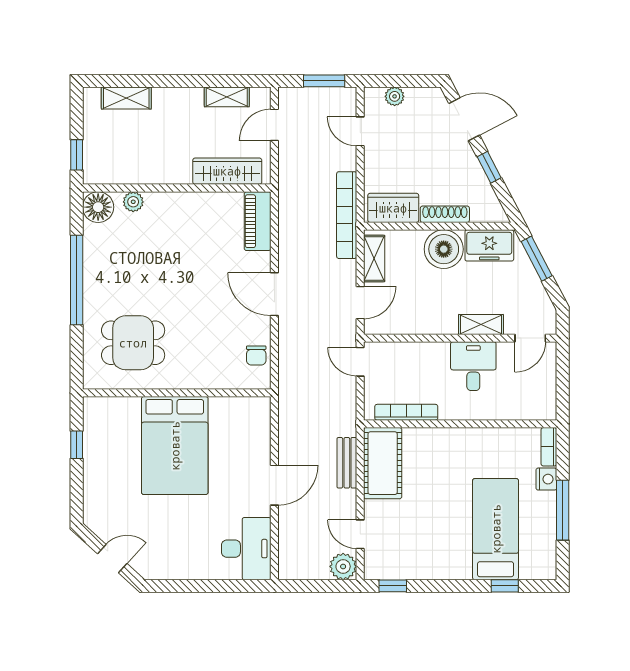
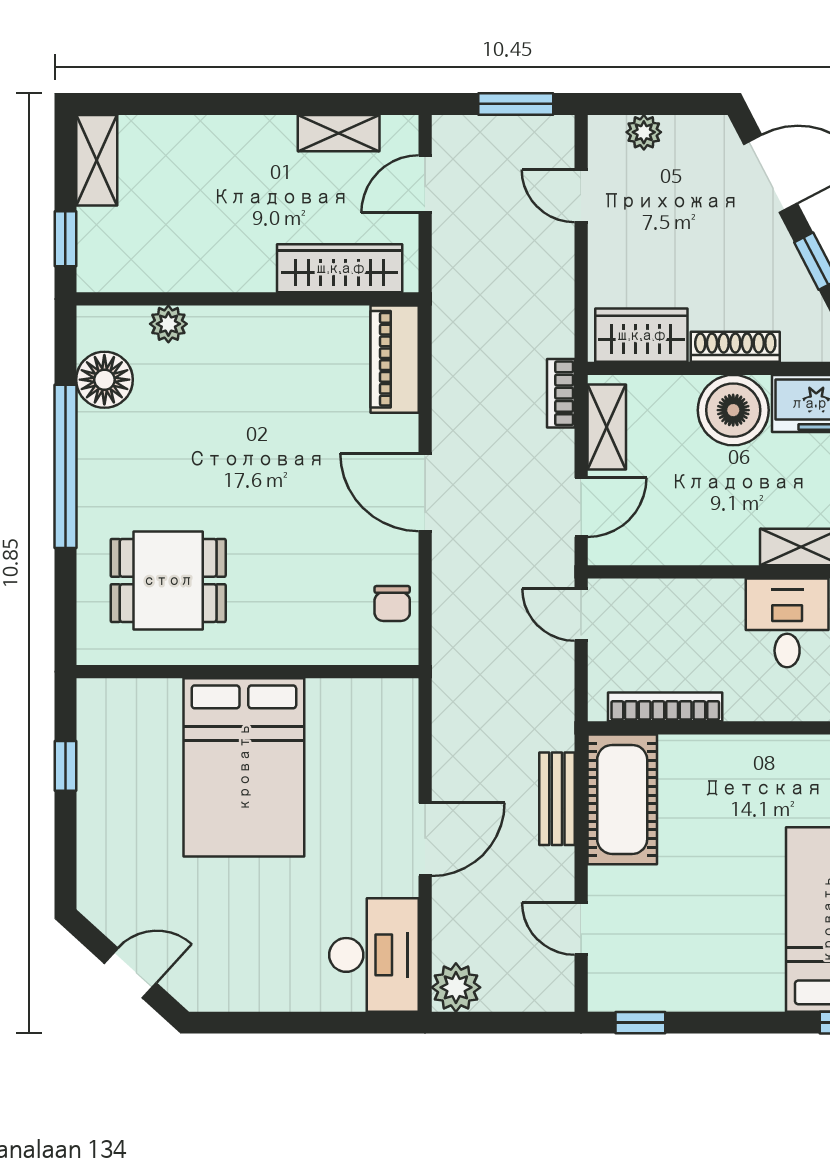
shelving: (126, 98) -> (97, 160), moved, turned 90
floor lamp: (98, 207) -> (104, 380), moved
bookcase: (347, 215) -> (561, 393), width x0.43, depth x0.76
plant: (343, 566) -> (456, 987), moved

